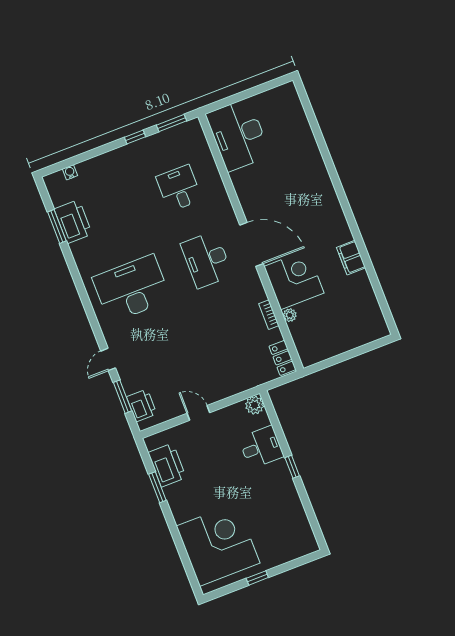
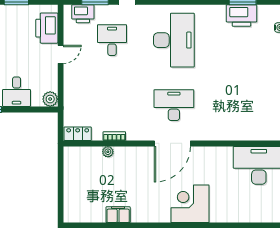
desk: (179, 188) -> (112, 40), moved, turned -90
filing cabinet: (351, 258) -> (118, 215), moved
corner desk: (294, 280) -> (190, 204), moved, turned 180
printer: (167, 465) -> (47, 28), moved, turned 90

